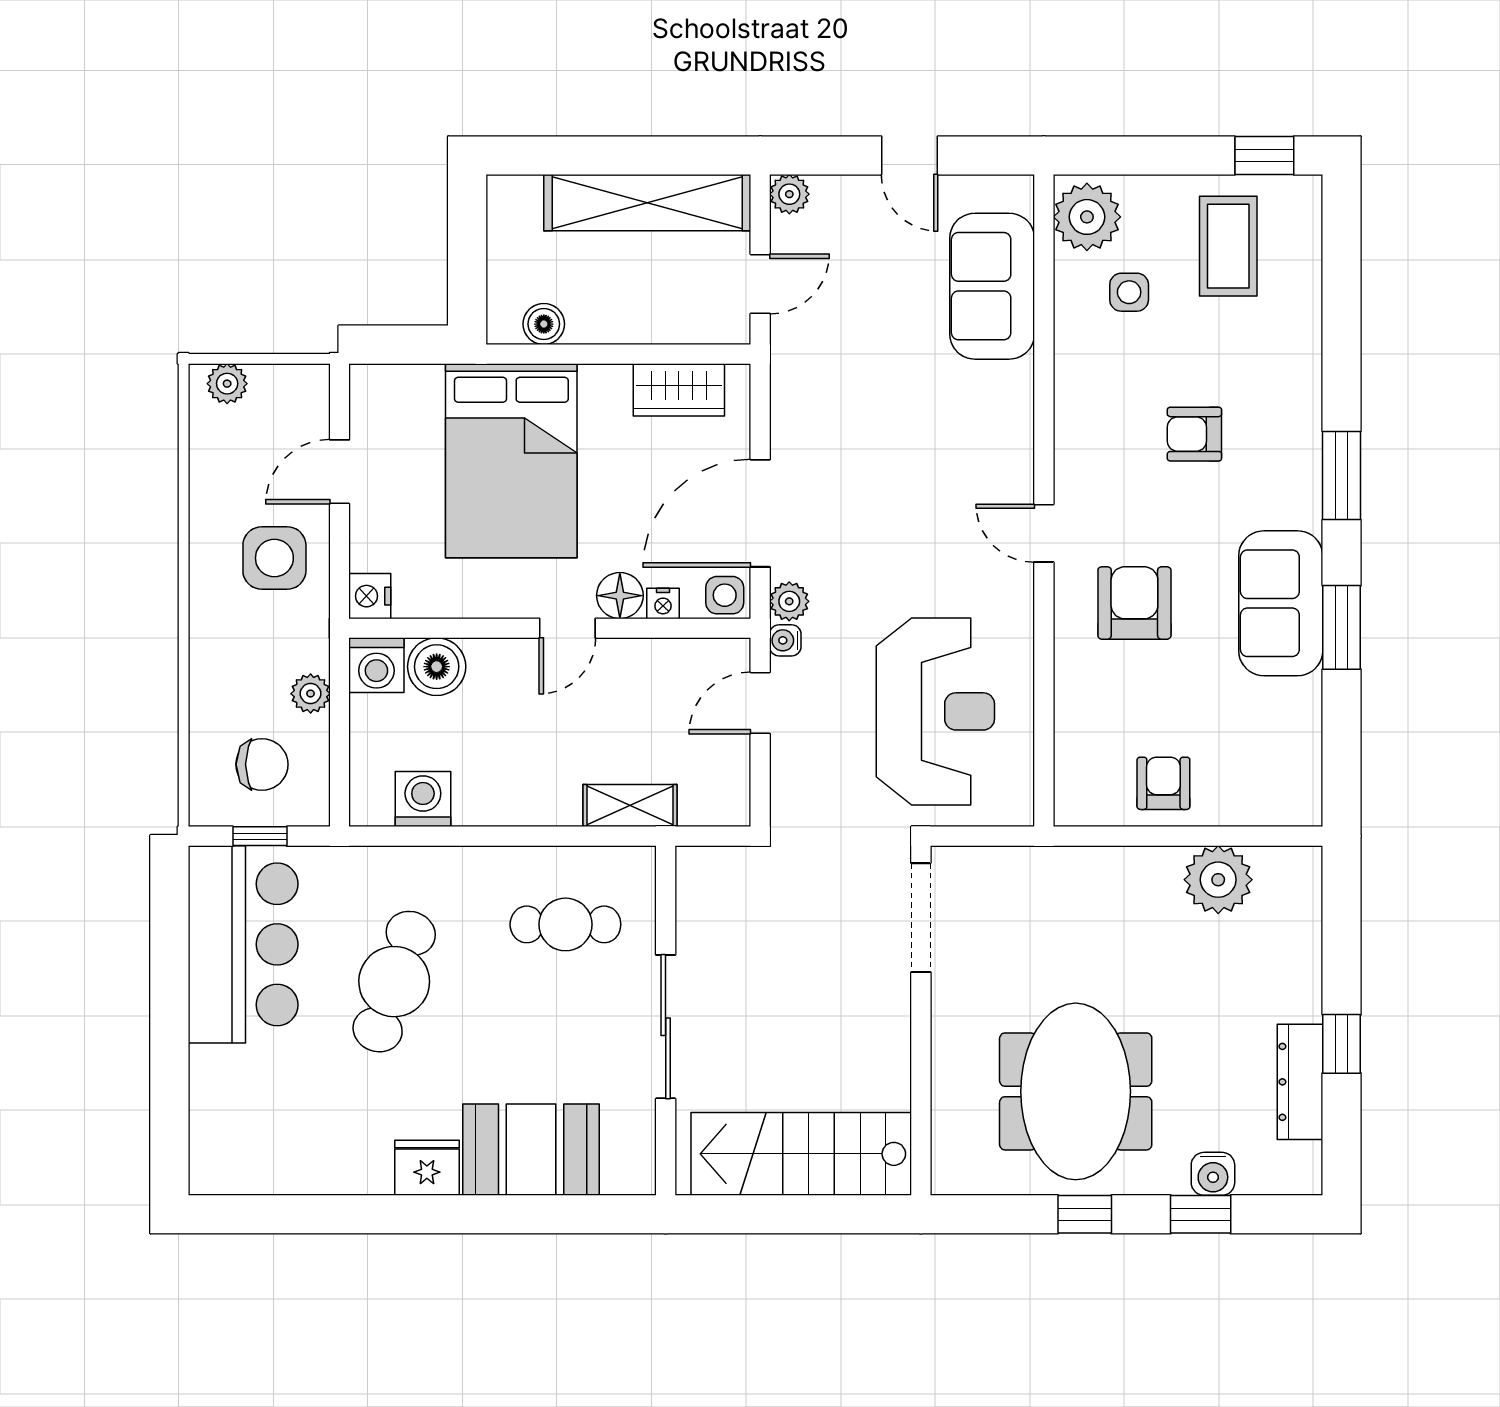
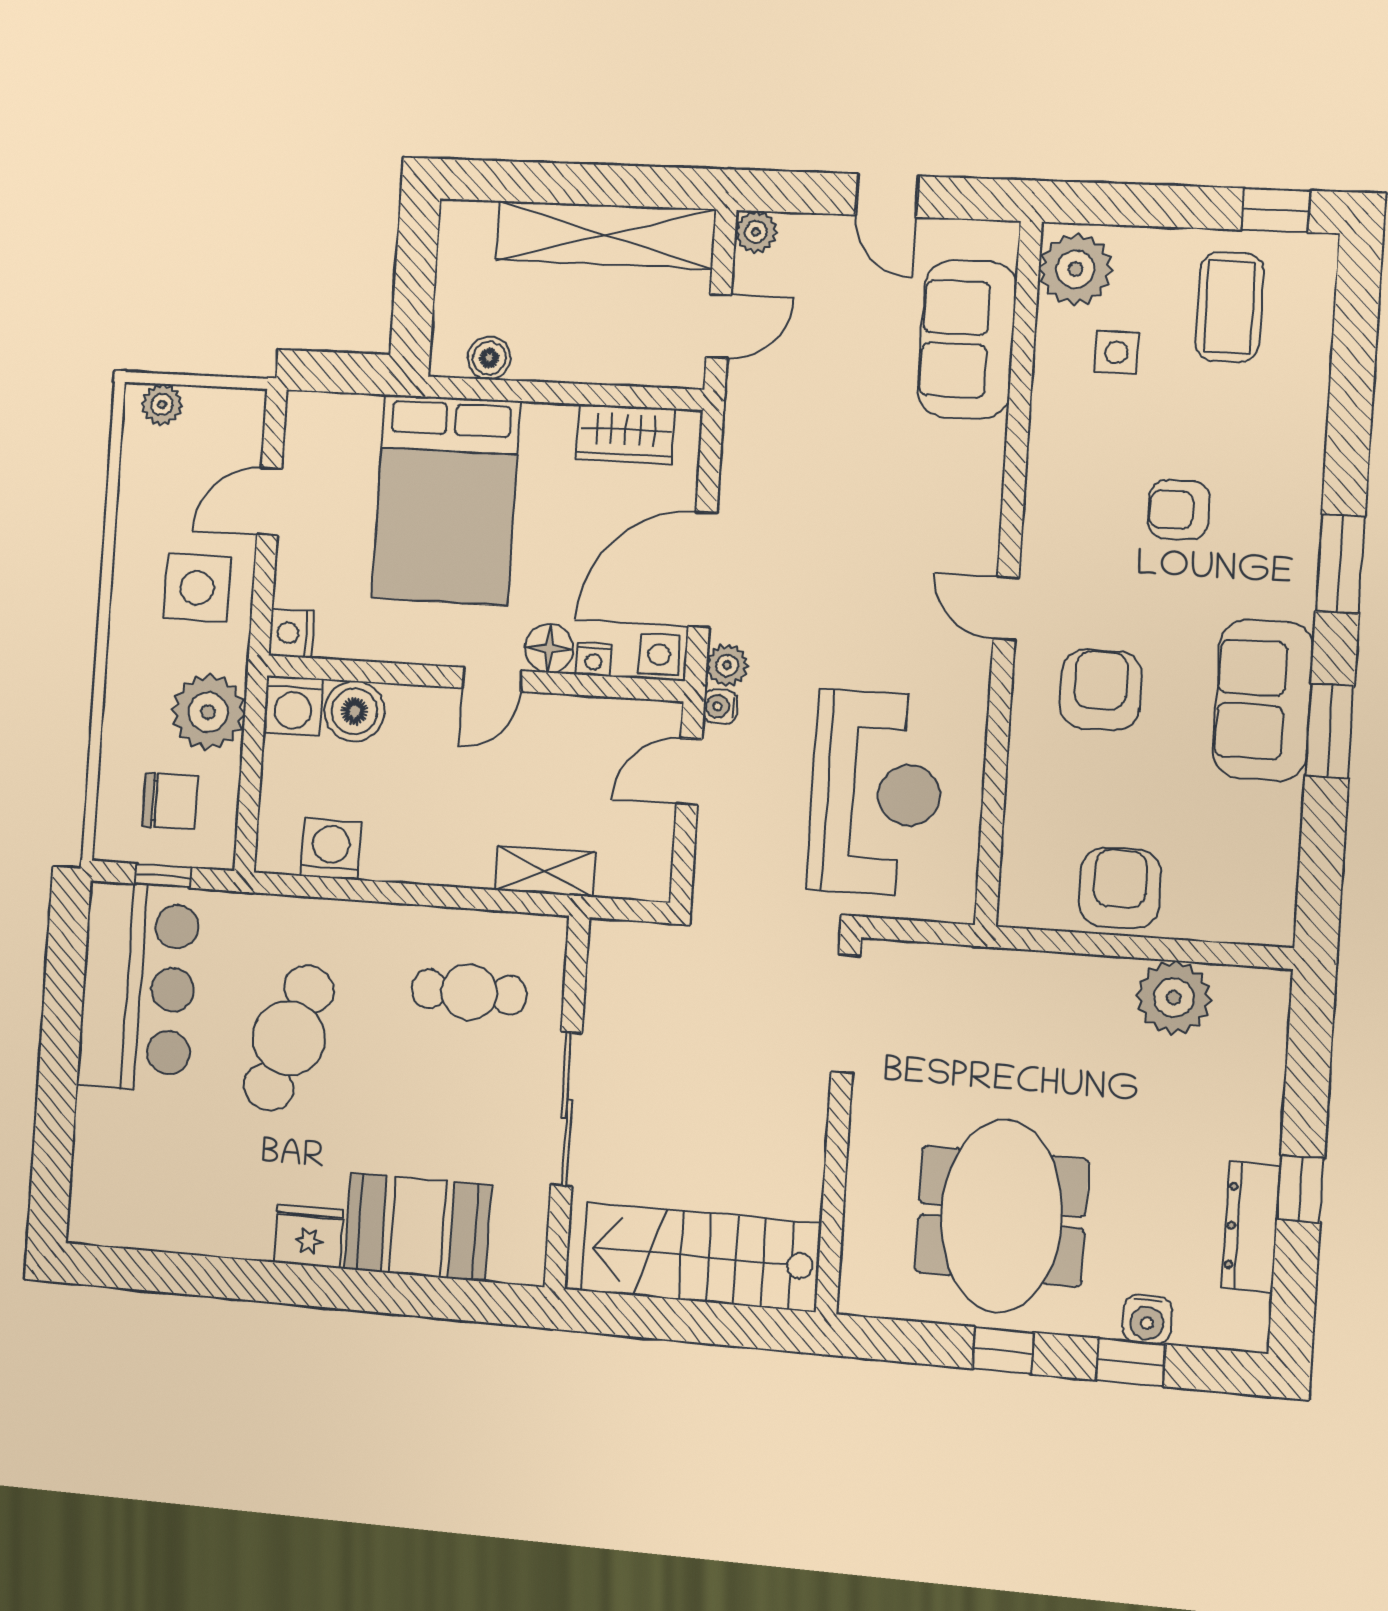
plant: (311, 694) -> (208, 712), width x1.87, depth x1.87
armchair: (1163, 783) -> (1120, 888), width x1.38, depth x1.38

